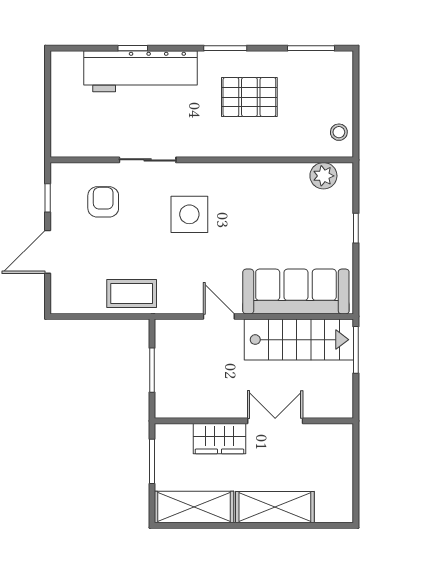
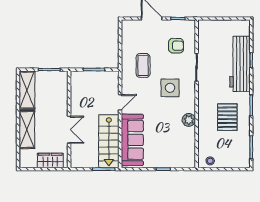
plant: (323, 176) -> (189, 120), moved
coffee table: (132, 293) -> (143, 66), moved
wardrobe: (219, 439) -> (50, 160), moved, turned 90

